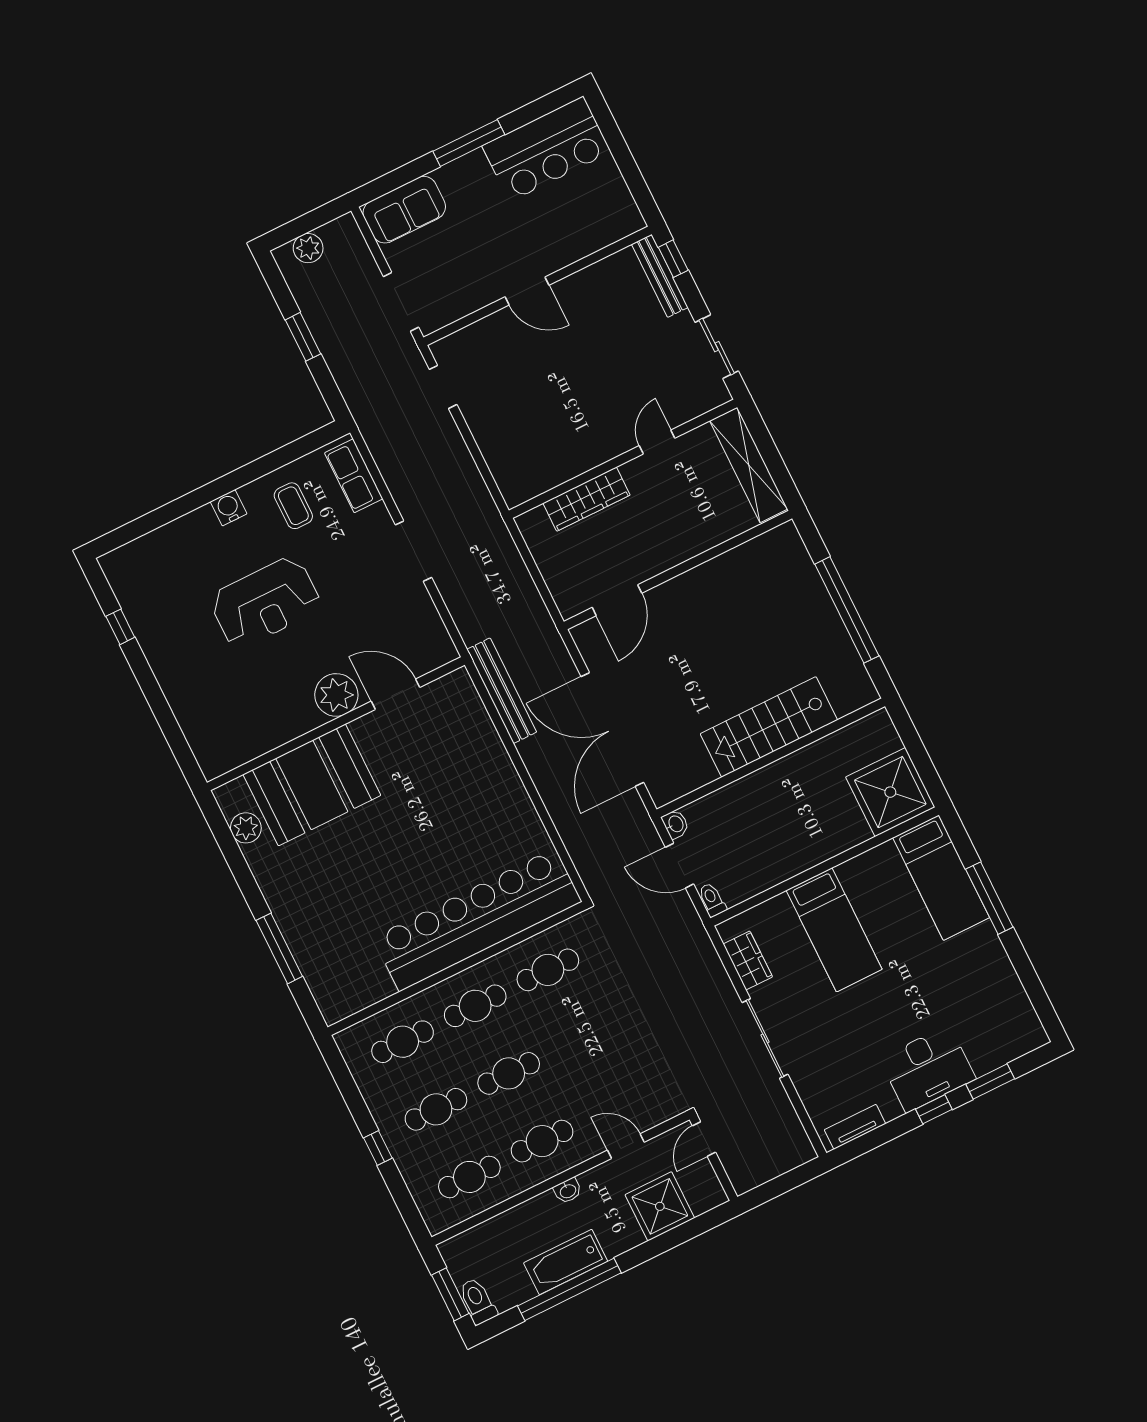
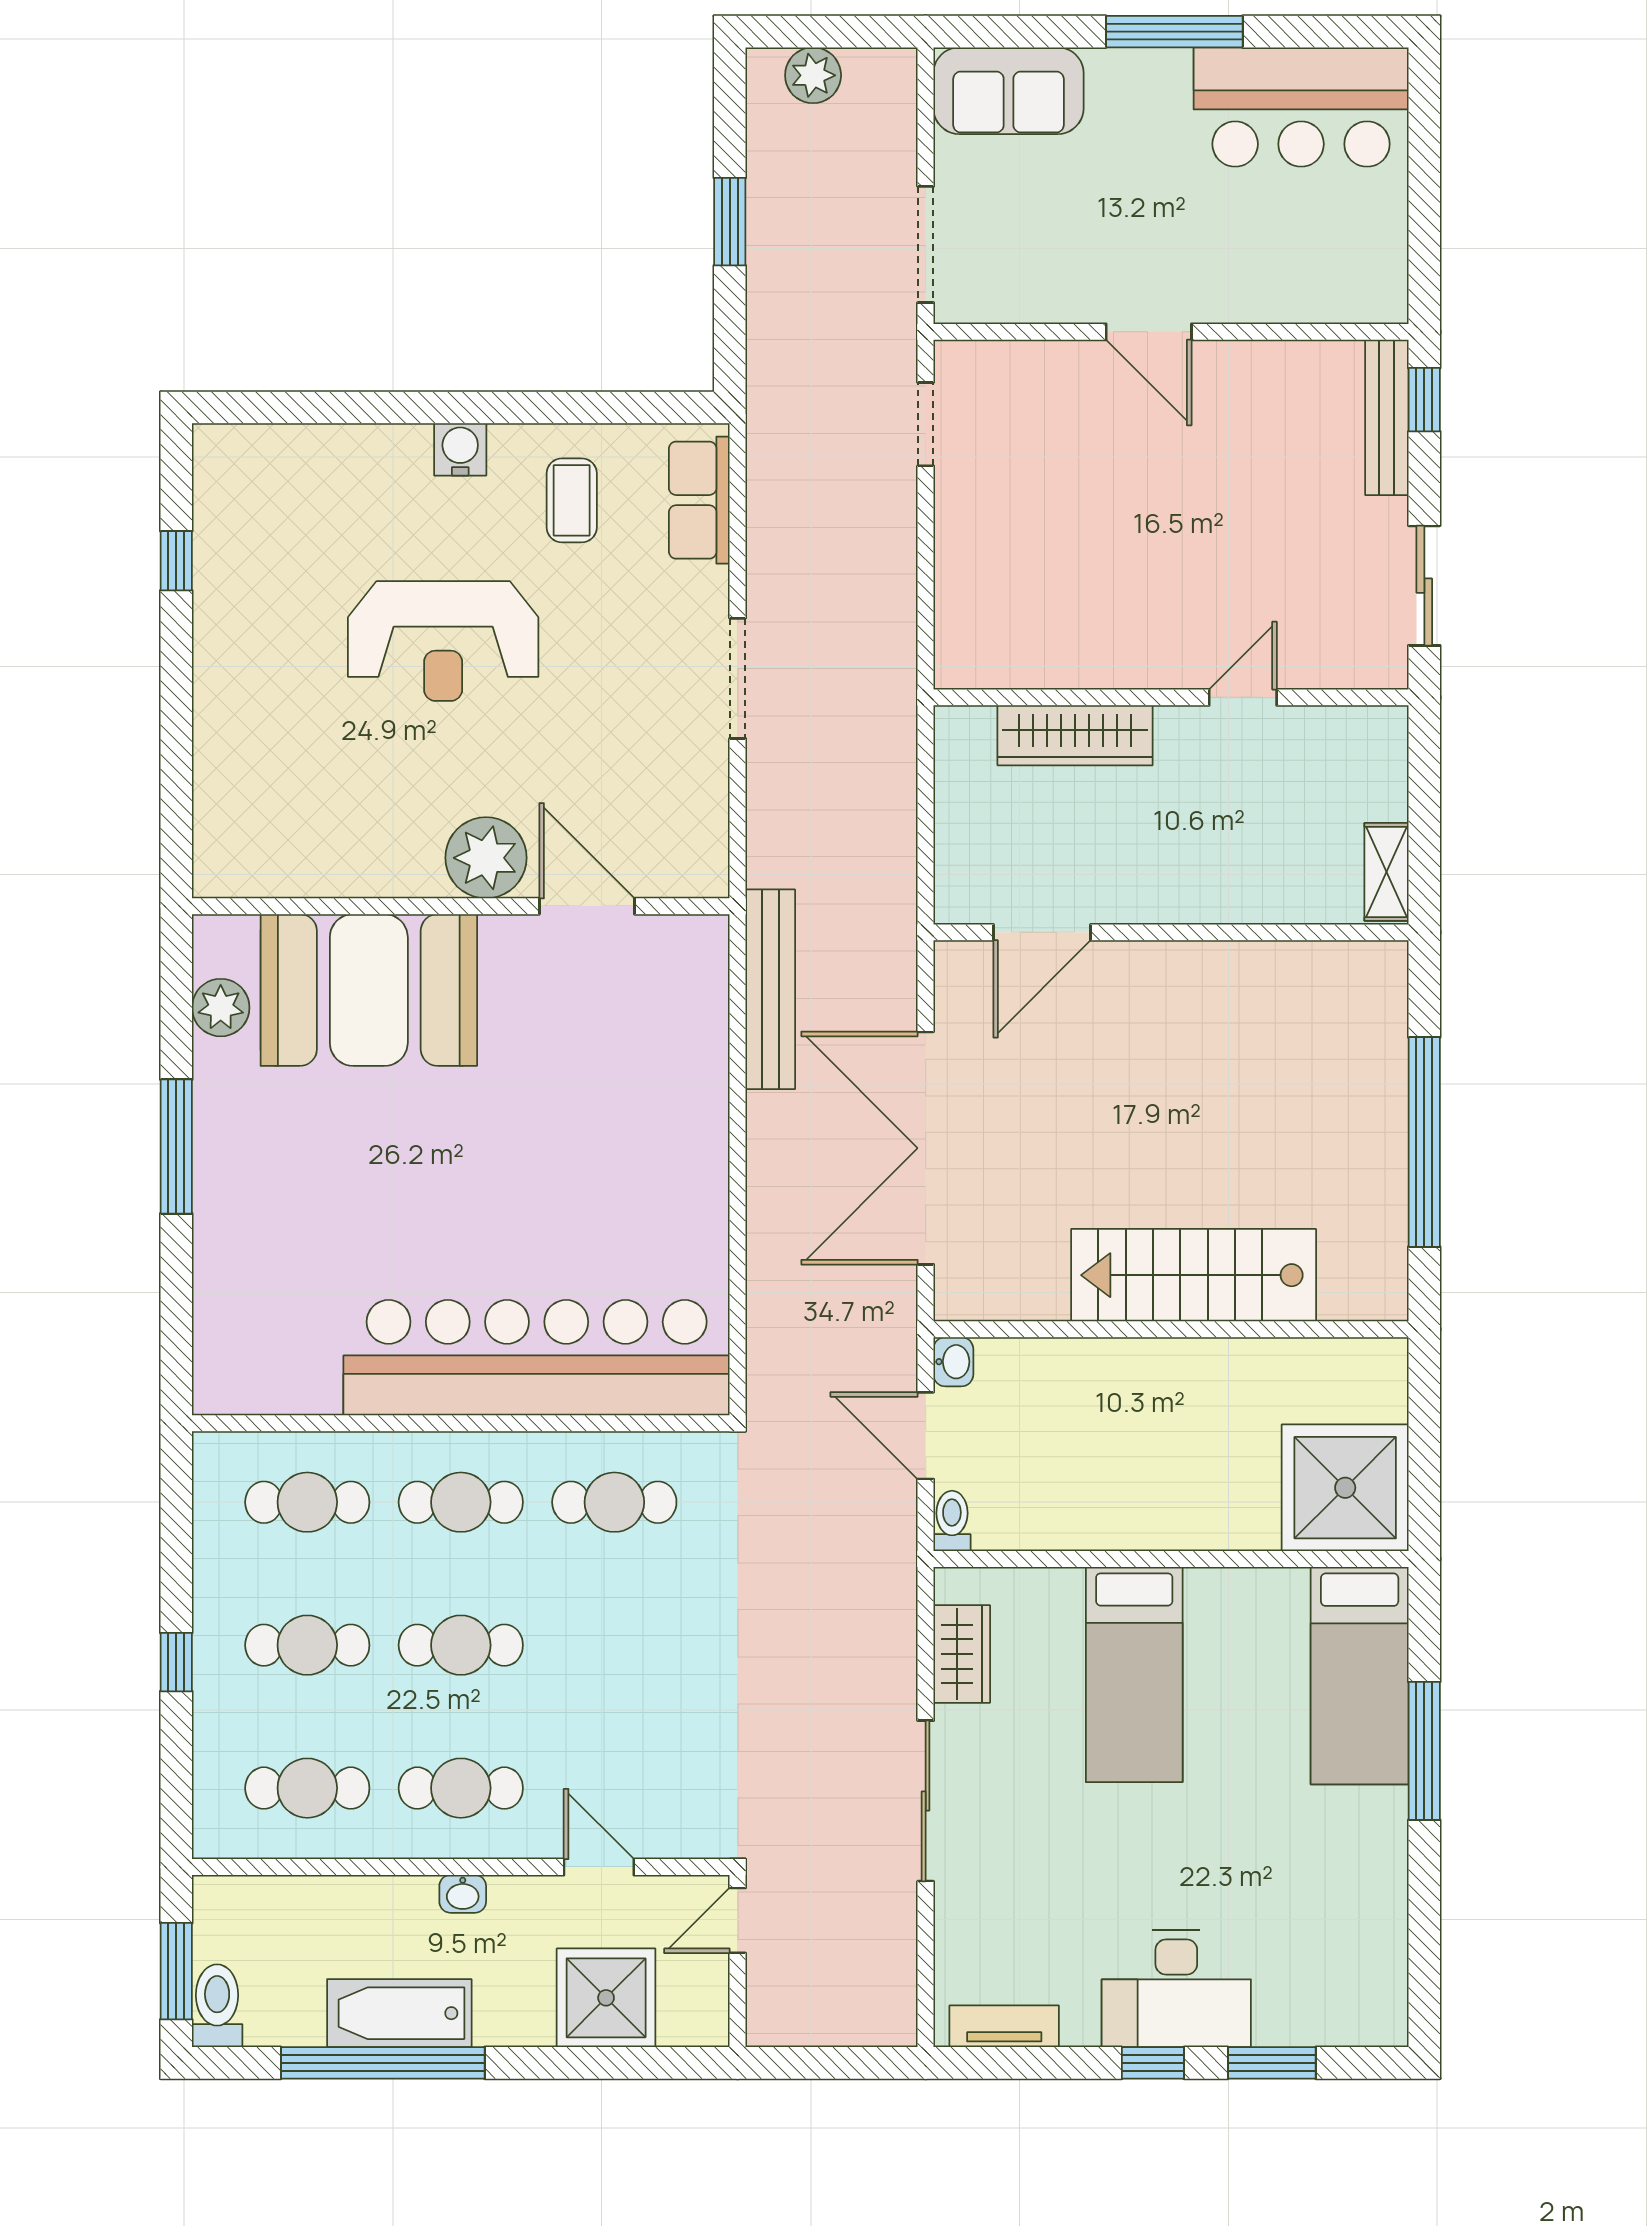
shelving: (749, 465) -> (1387, 872), width x0.45, depth x0.75
window: (279, 948) -> (176, 1146), moved

